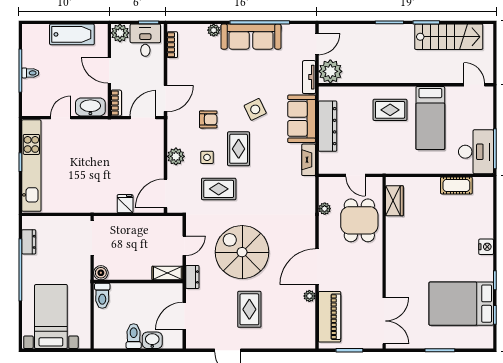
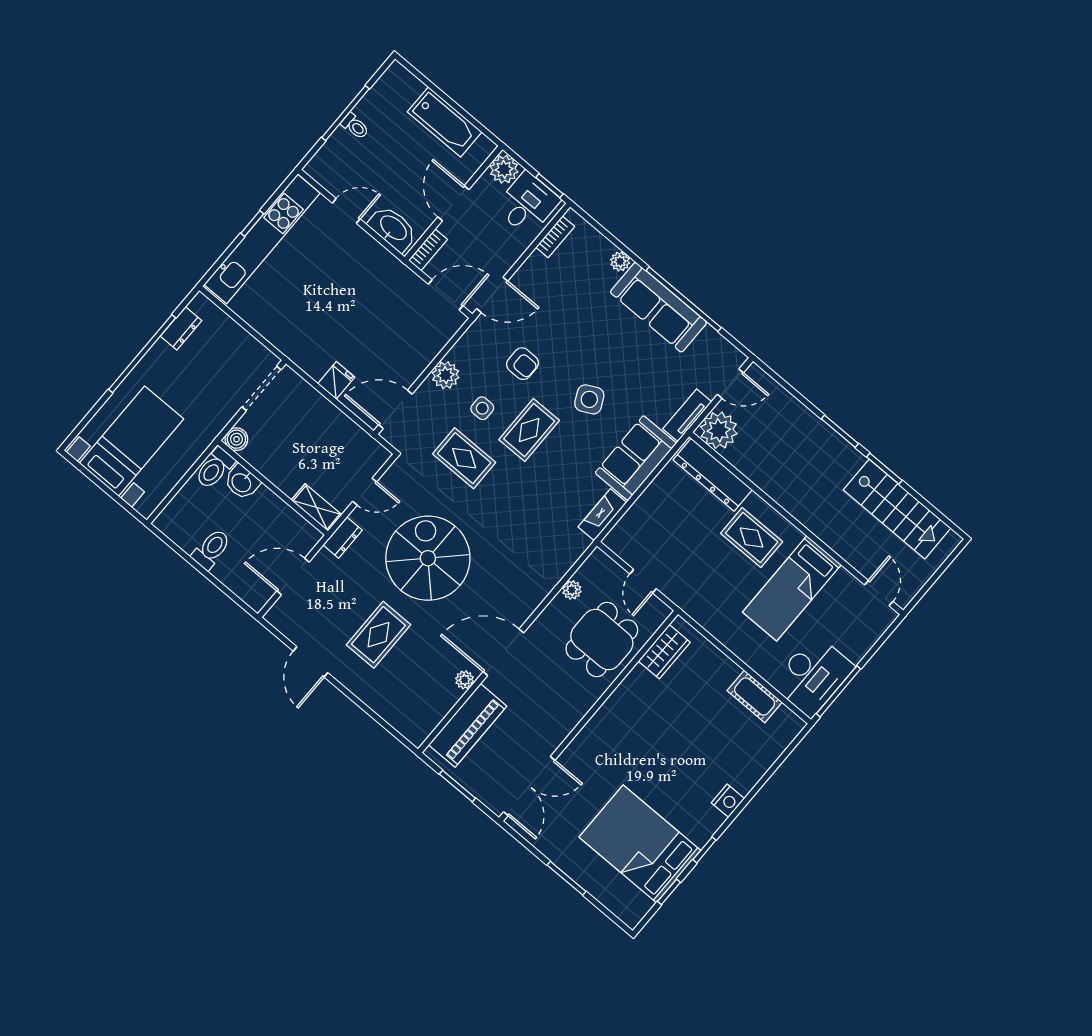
dresser: (328, 126) -> (713, 475), moved, turned 90
washbasin: (152, 340) -> (242, 482), moved, turned 180

